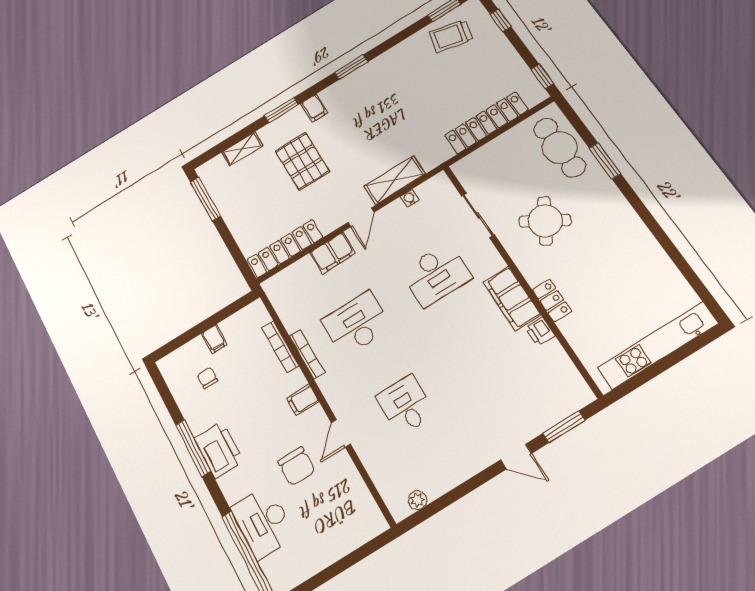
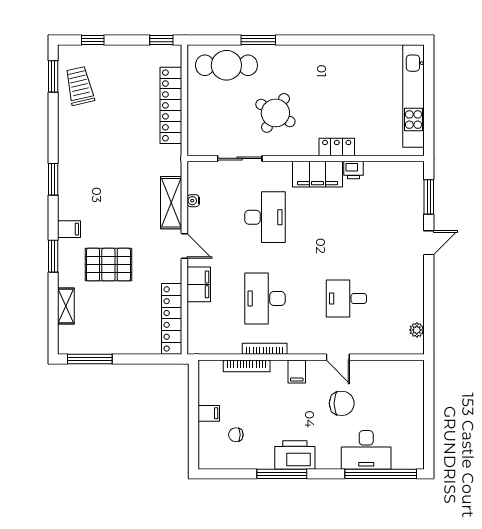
trolley: (451, 36) -> (80, 86), turned 153

